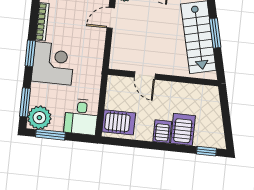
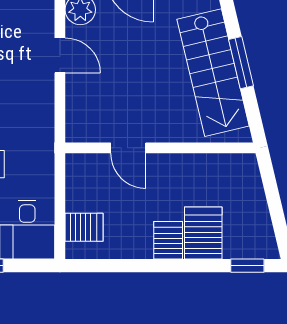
door: (111, 18) -> (60, 55), swing flipped
server rack: (119, 122) -> (84, 227), width x0.73, depth x0.70

